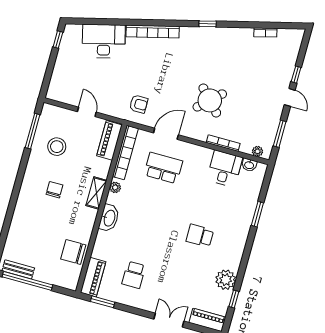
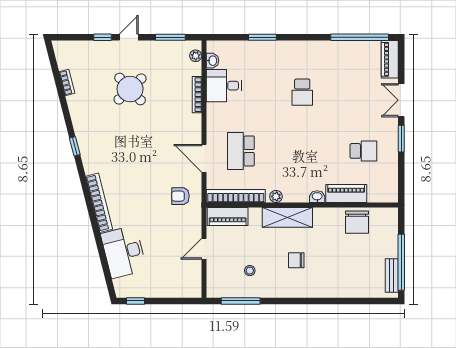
round table: (210, 100) -> (130, 89), moved
armchair: (139, 104) -> (180, 196), turned -90
stool: (57, 147) -> (250, 271), width x0.53, depth x0.53
shelving: (96, 193) -> (287, 217), width x1.50, depth x1.33
washbasin: (109, 218) -> (317, 197), width x0.52, depth x0.69
piano: (93, 277) -> (346, 194), moved
plant: (226, 280) -> (341, 52), removed
window: (234, 299) -> (360, 37), width x3.17
window: (103, 302) -> (401, 139), moved

